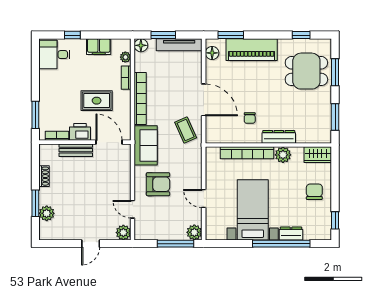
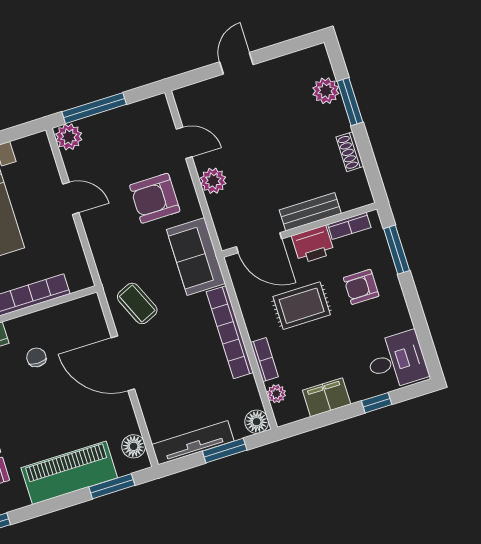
armchair: (61, 101) -> (361, 287), added
plant: (123, 233) -> (213, 181), moved

